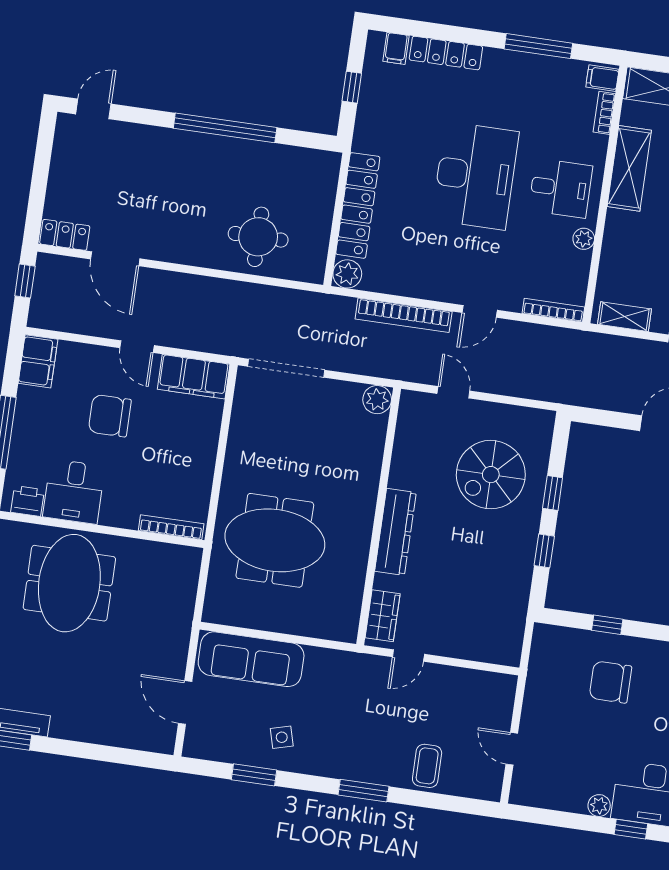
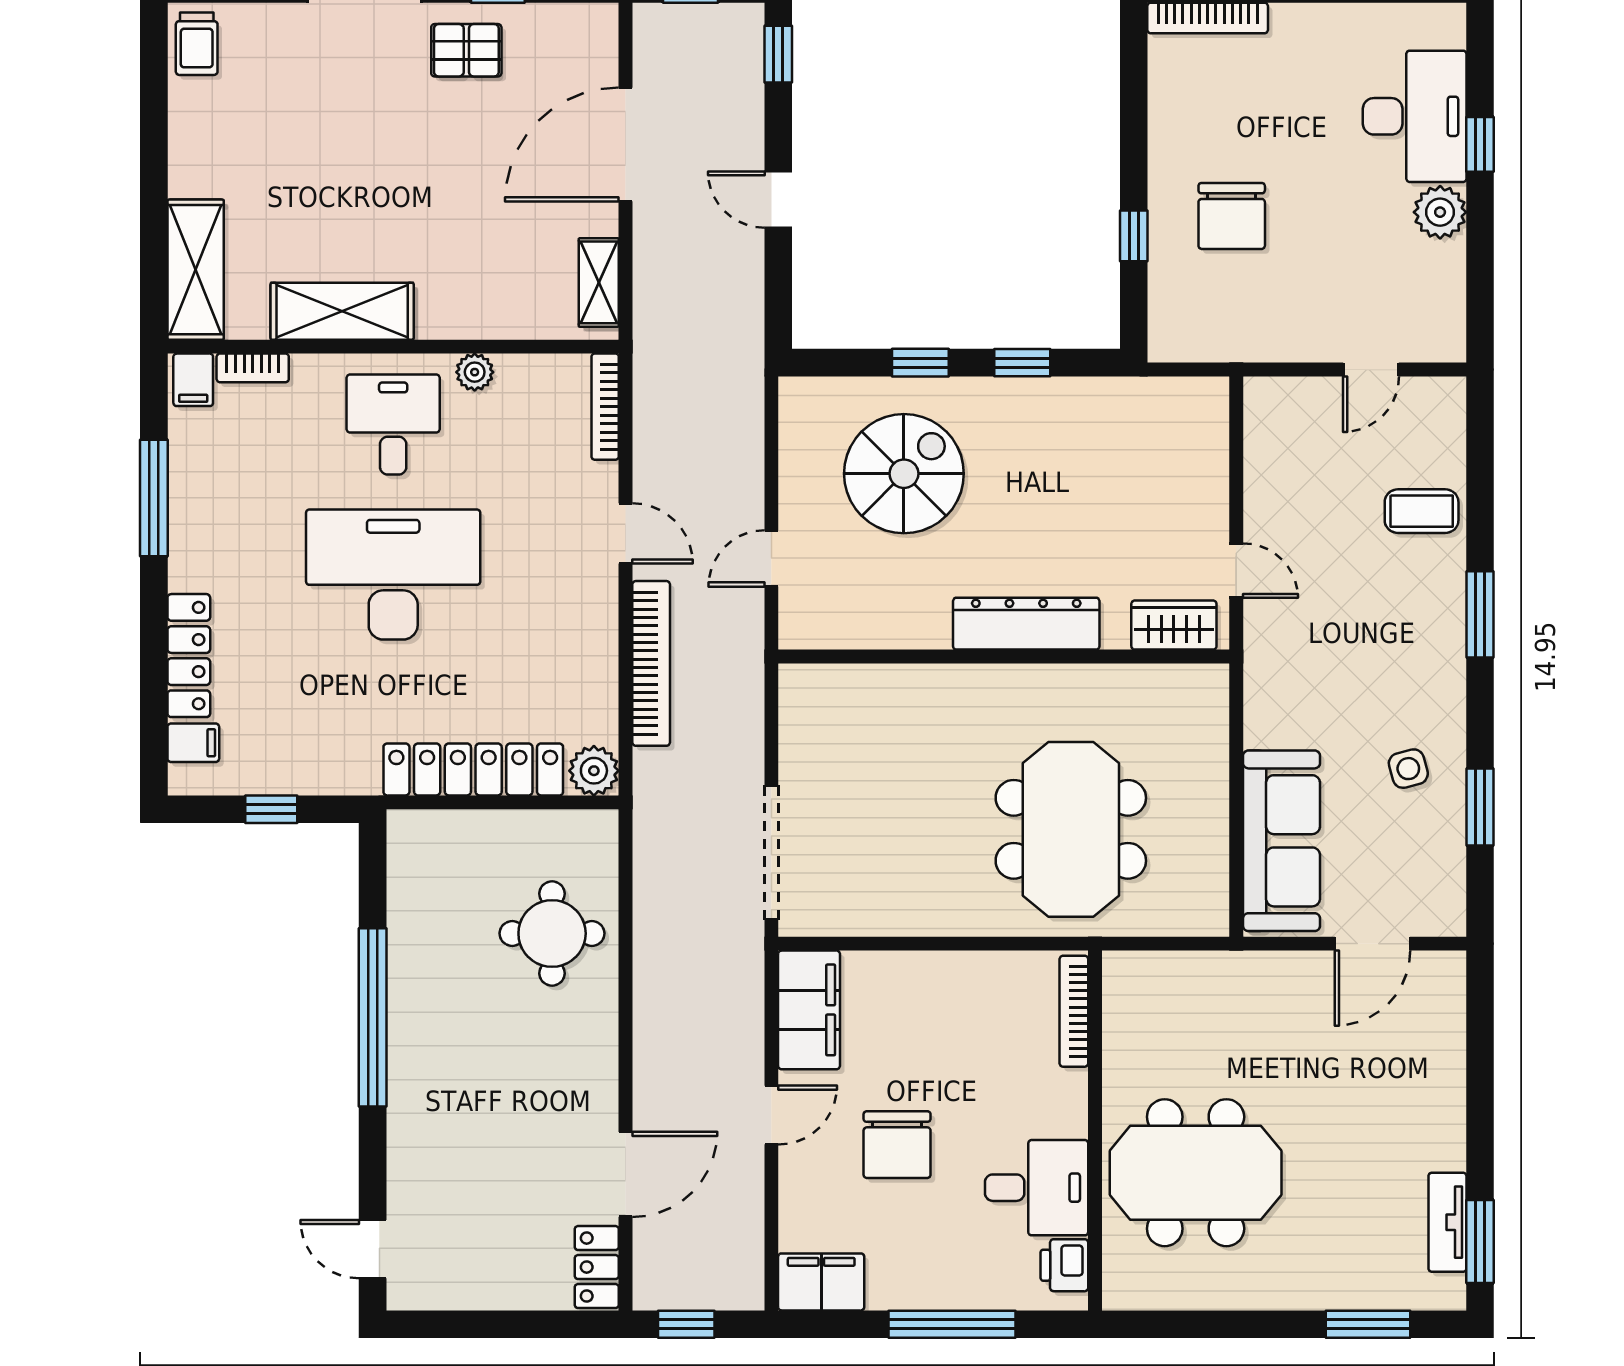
plant: (377, 400) -> (803, 688), removed
spiral stairs: (491, 475) -> (904, 474), turned -90
plant: (599, 806) -> (1440, 212), width x1.38, depth x1.38

